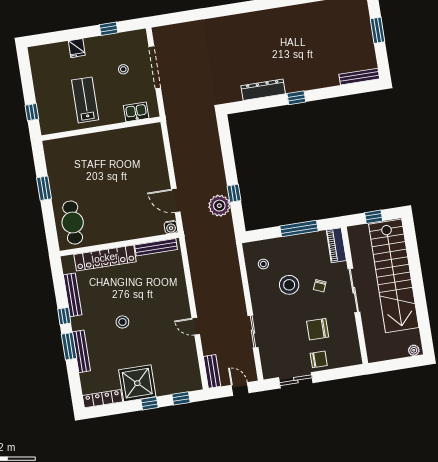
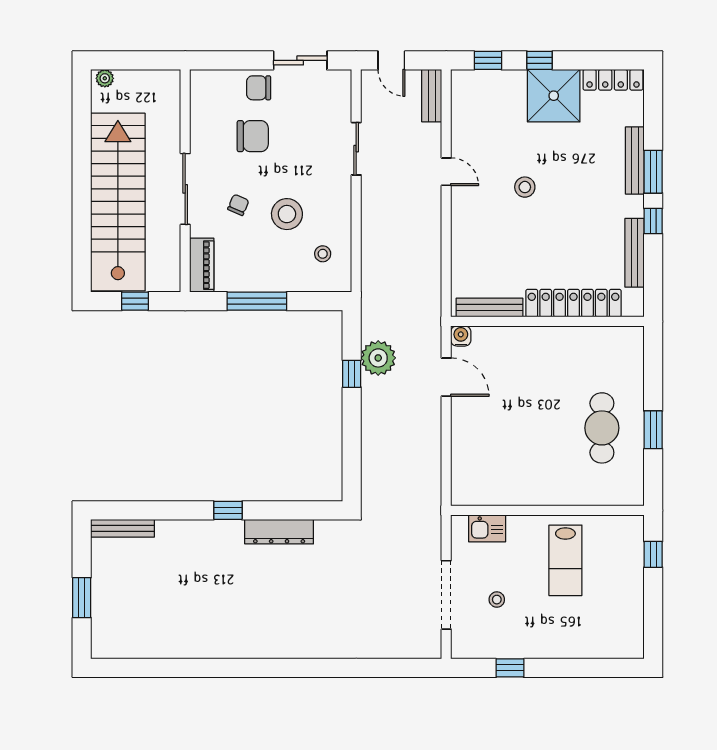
fridge: (77, 48) -> (566, 645), removed
cafe table: (73, 223) -> (602, 428), moved
stool: (122, 322) -> (525, 187), moved

